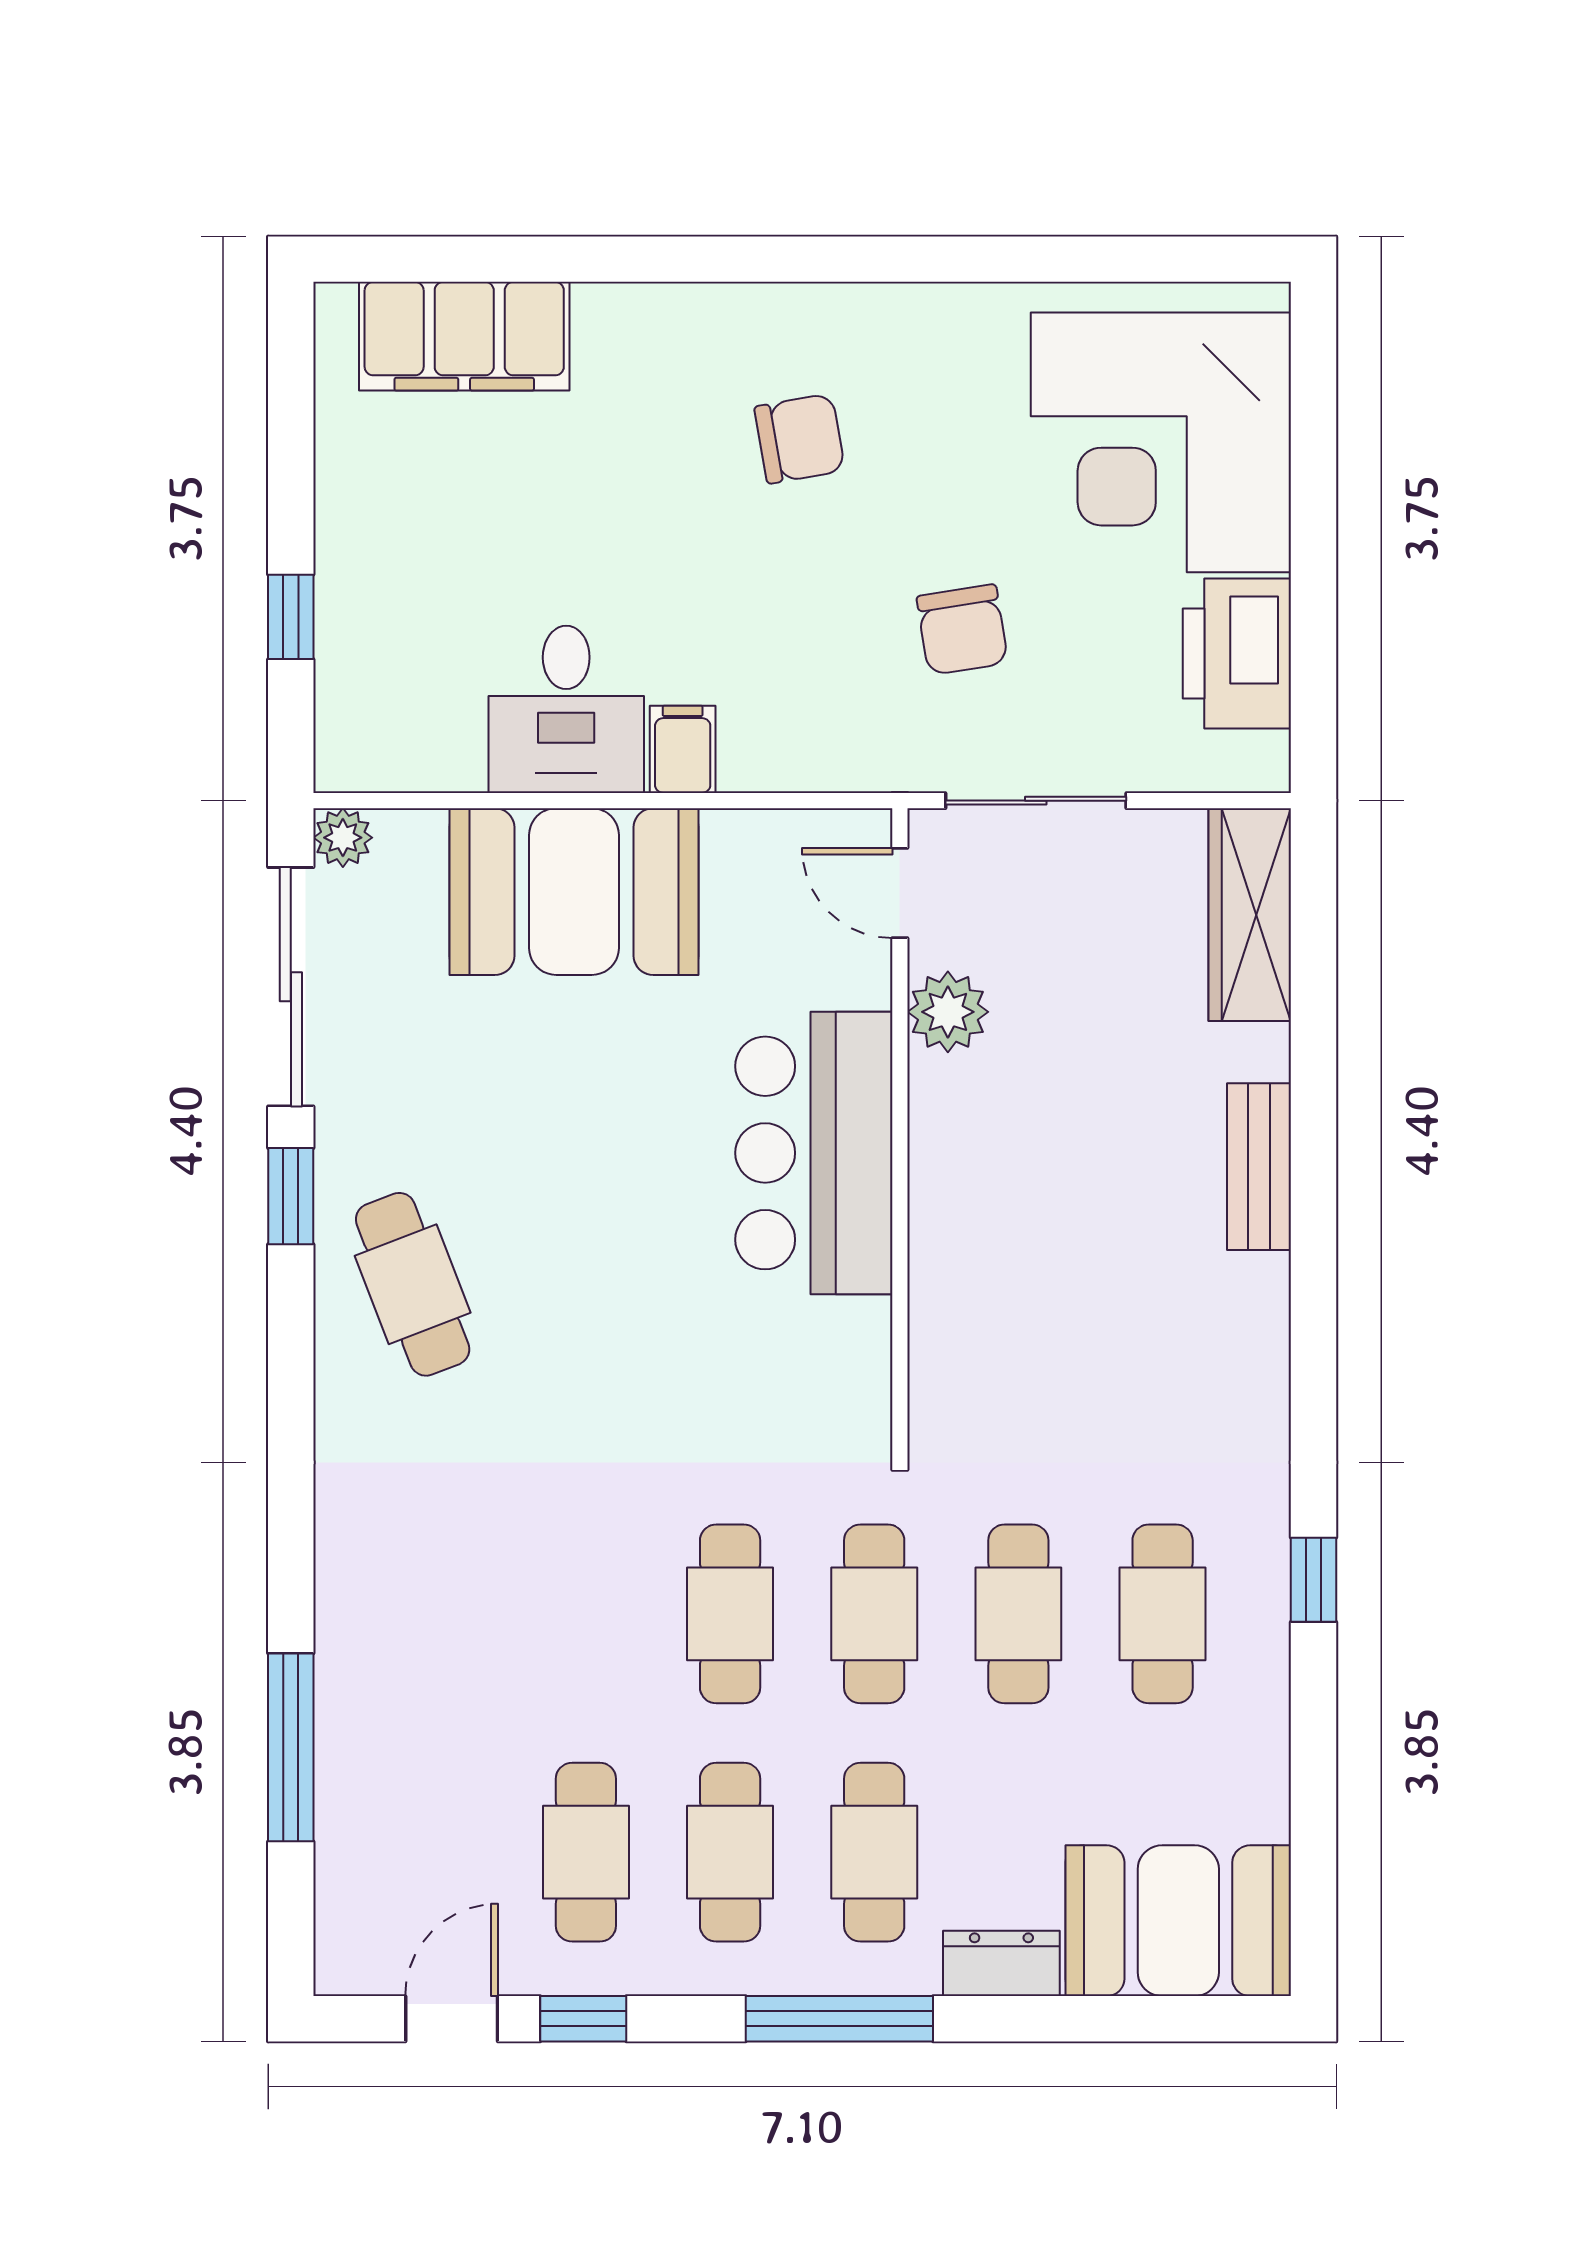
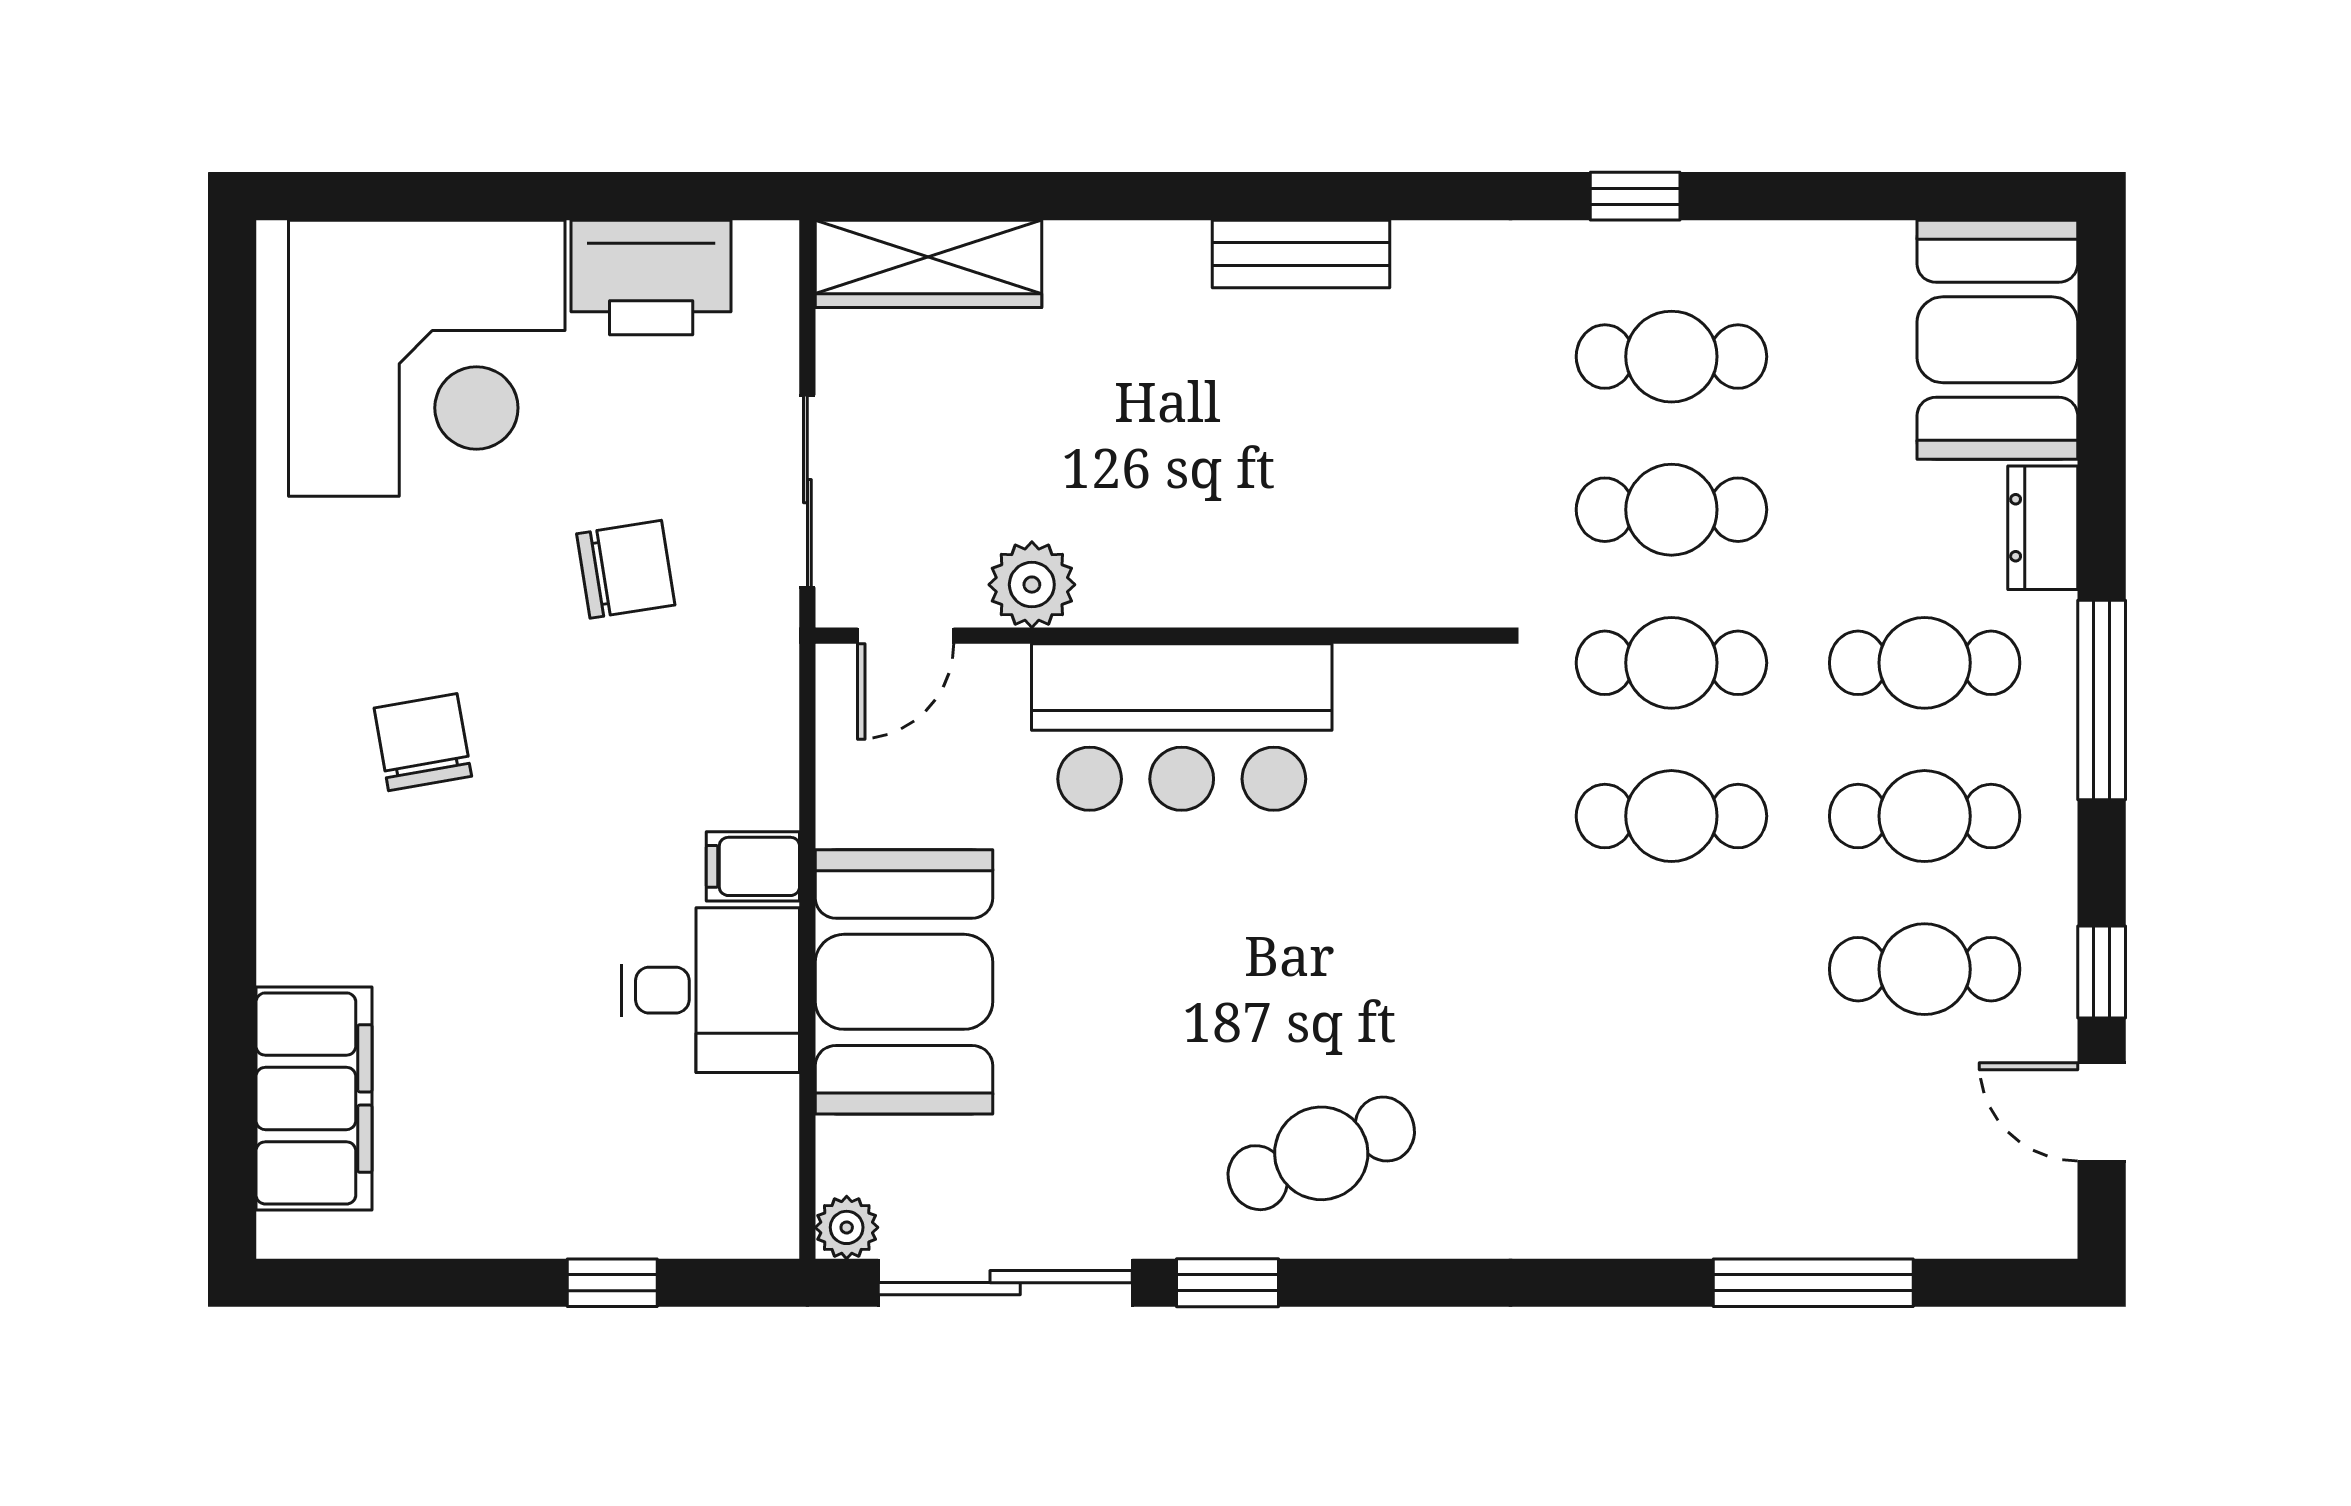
bench: (1259, 1167) -> (1301, 254), moved

